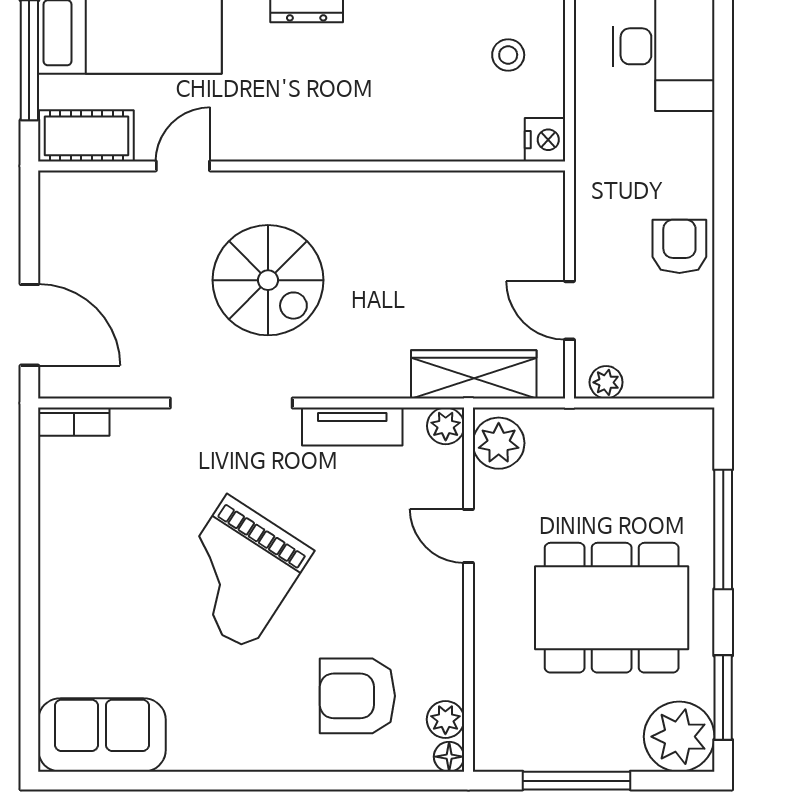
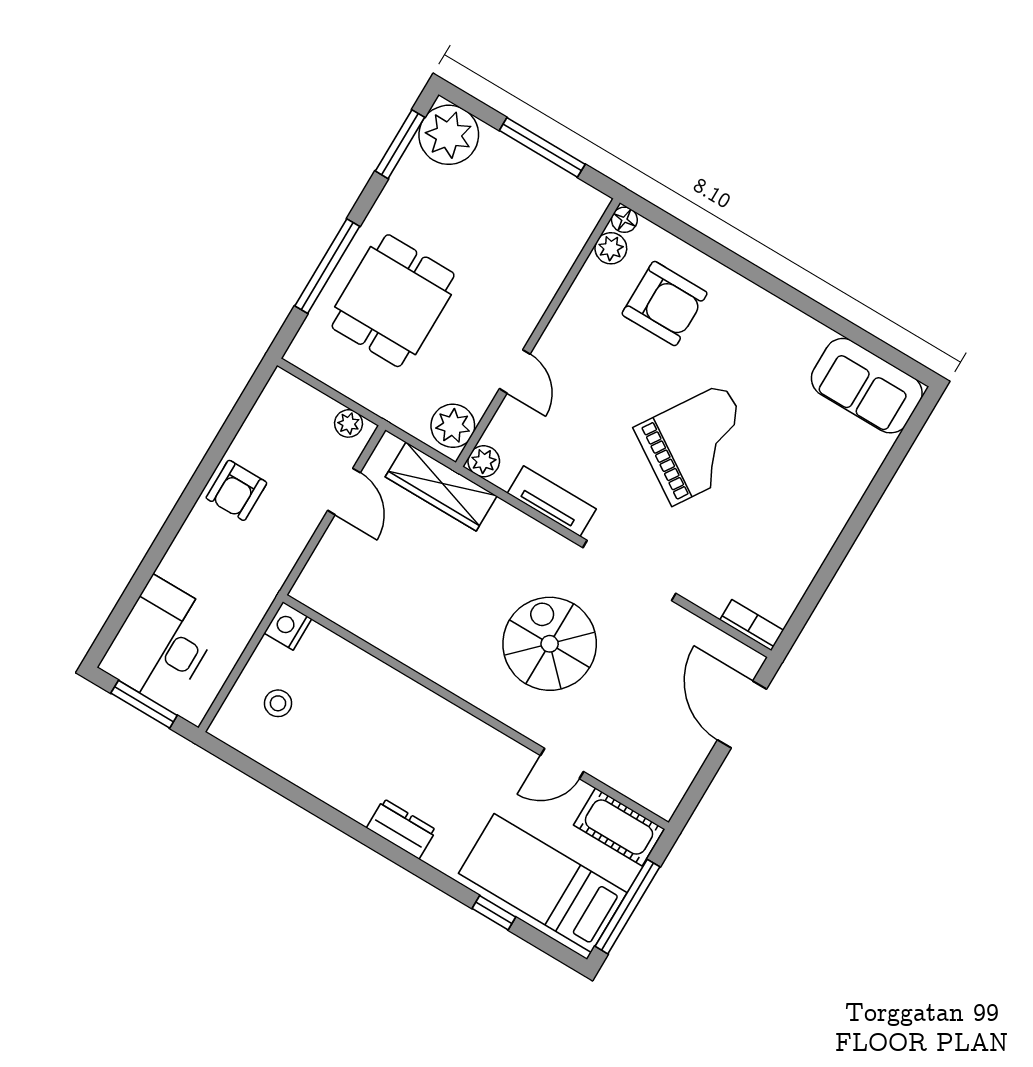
dining table: (612, 608) -> (393, 301), moved, width x0.73

